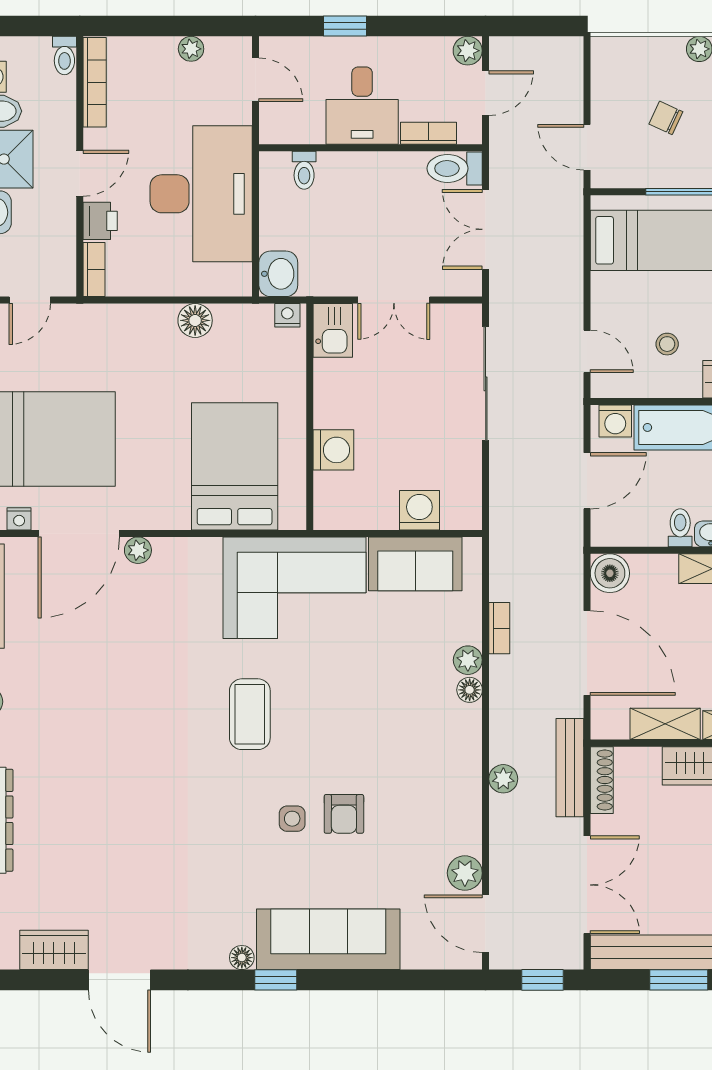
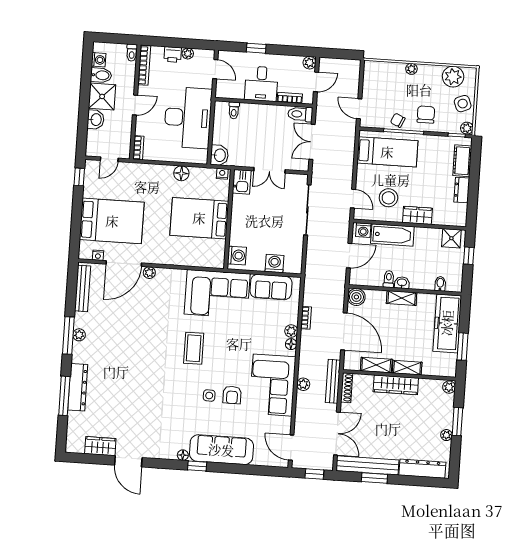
chair: (666, 118) -> (398, 120), moved
printer: (100, 221) -> (173, 55), moved, turned 90
stool: (667, 344) -> (388, 198), width x1.89, depth x1.89
washing machine: (333, 450) -> (237, 256), moved
bed: (235, 466) -> (199, 218), moved, turned -90
corner sofa: (434, 785) -> (273, 385), added
plant: (465, 873) -> (284, 425), removed

